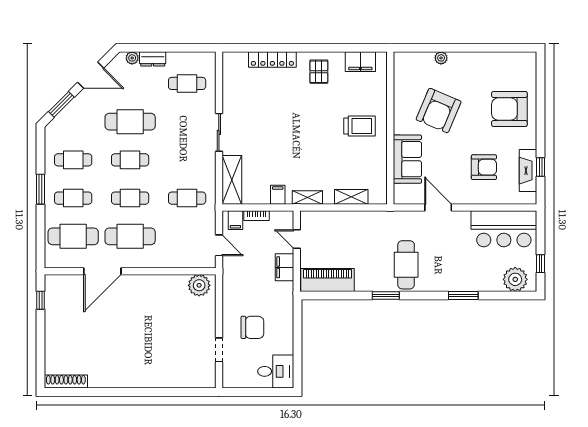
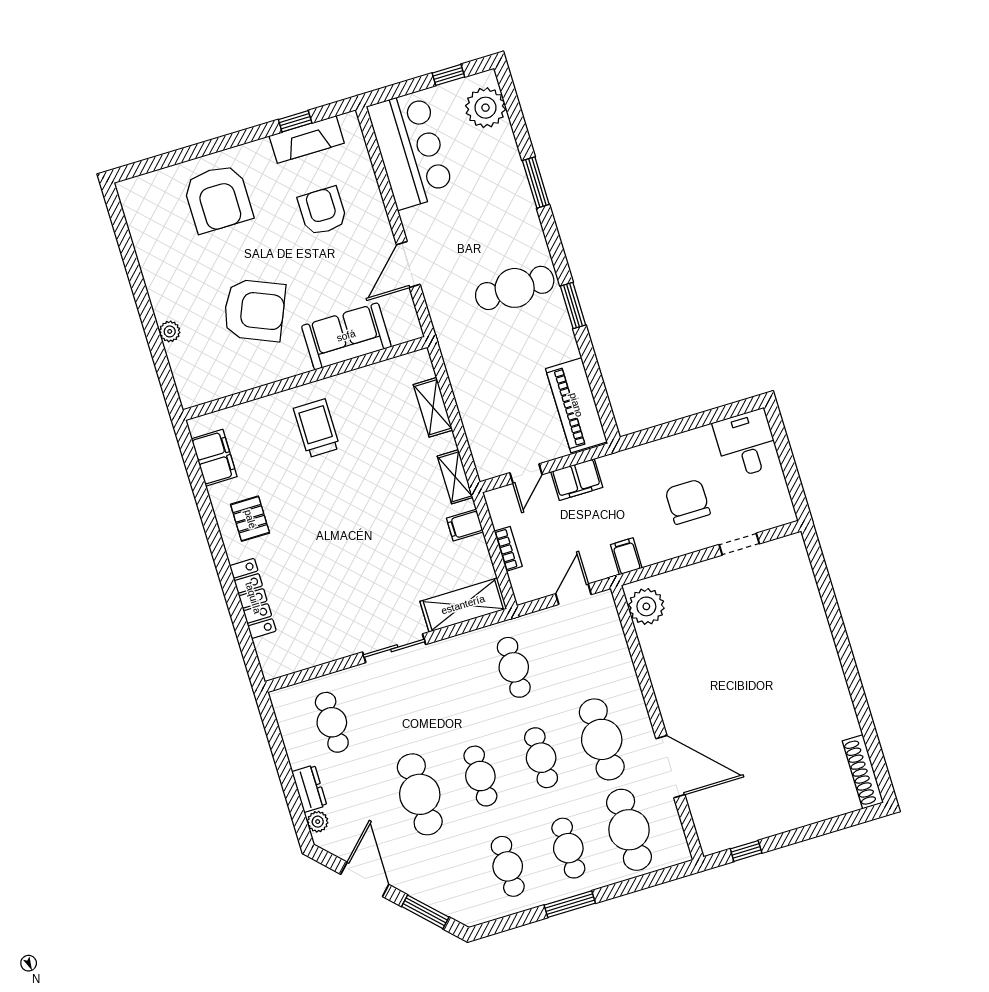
pallet: (319, 72) -> (250, 519), turned 90
filing cabinet: (235, 220) -> (626, 556), moved, turned -90

